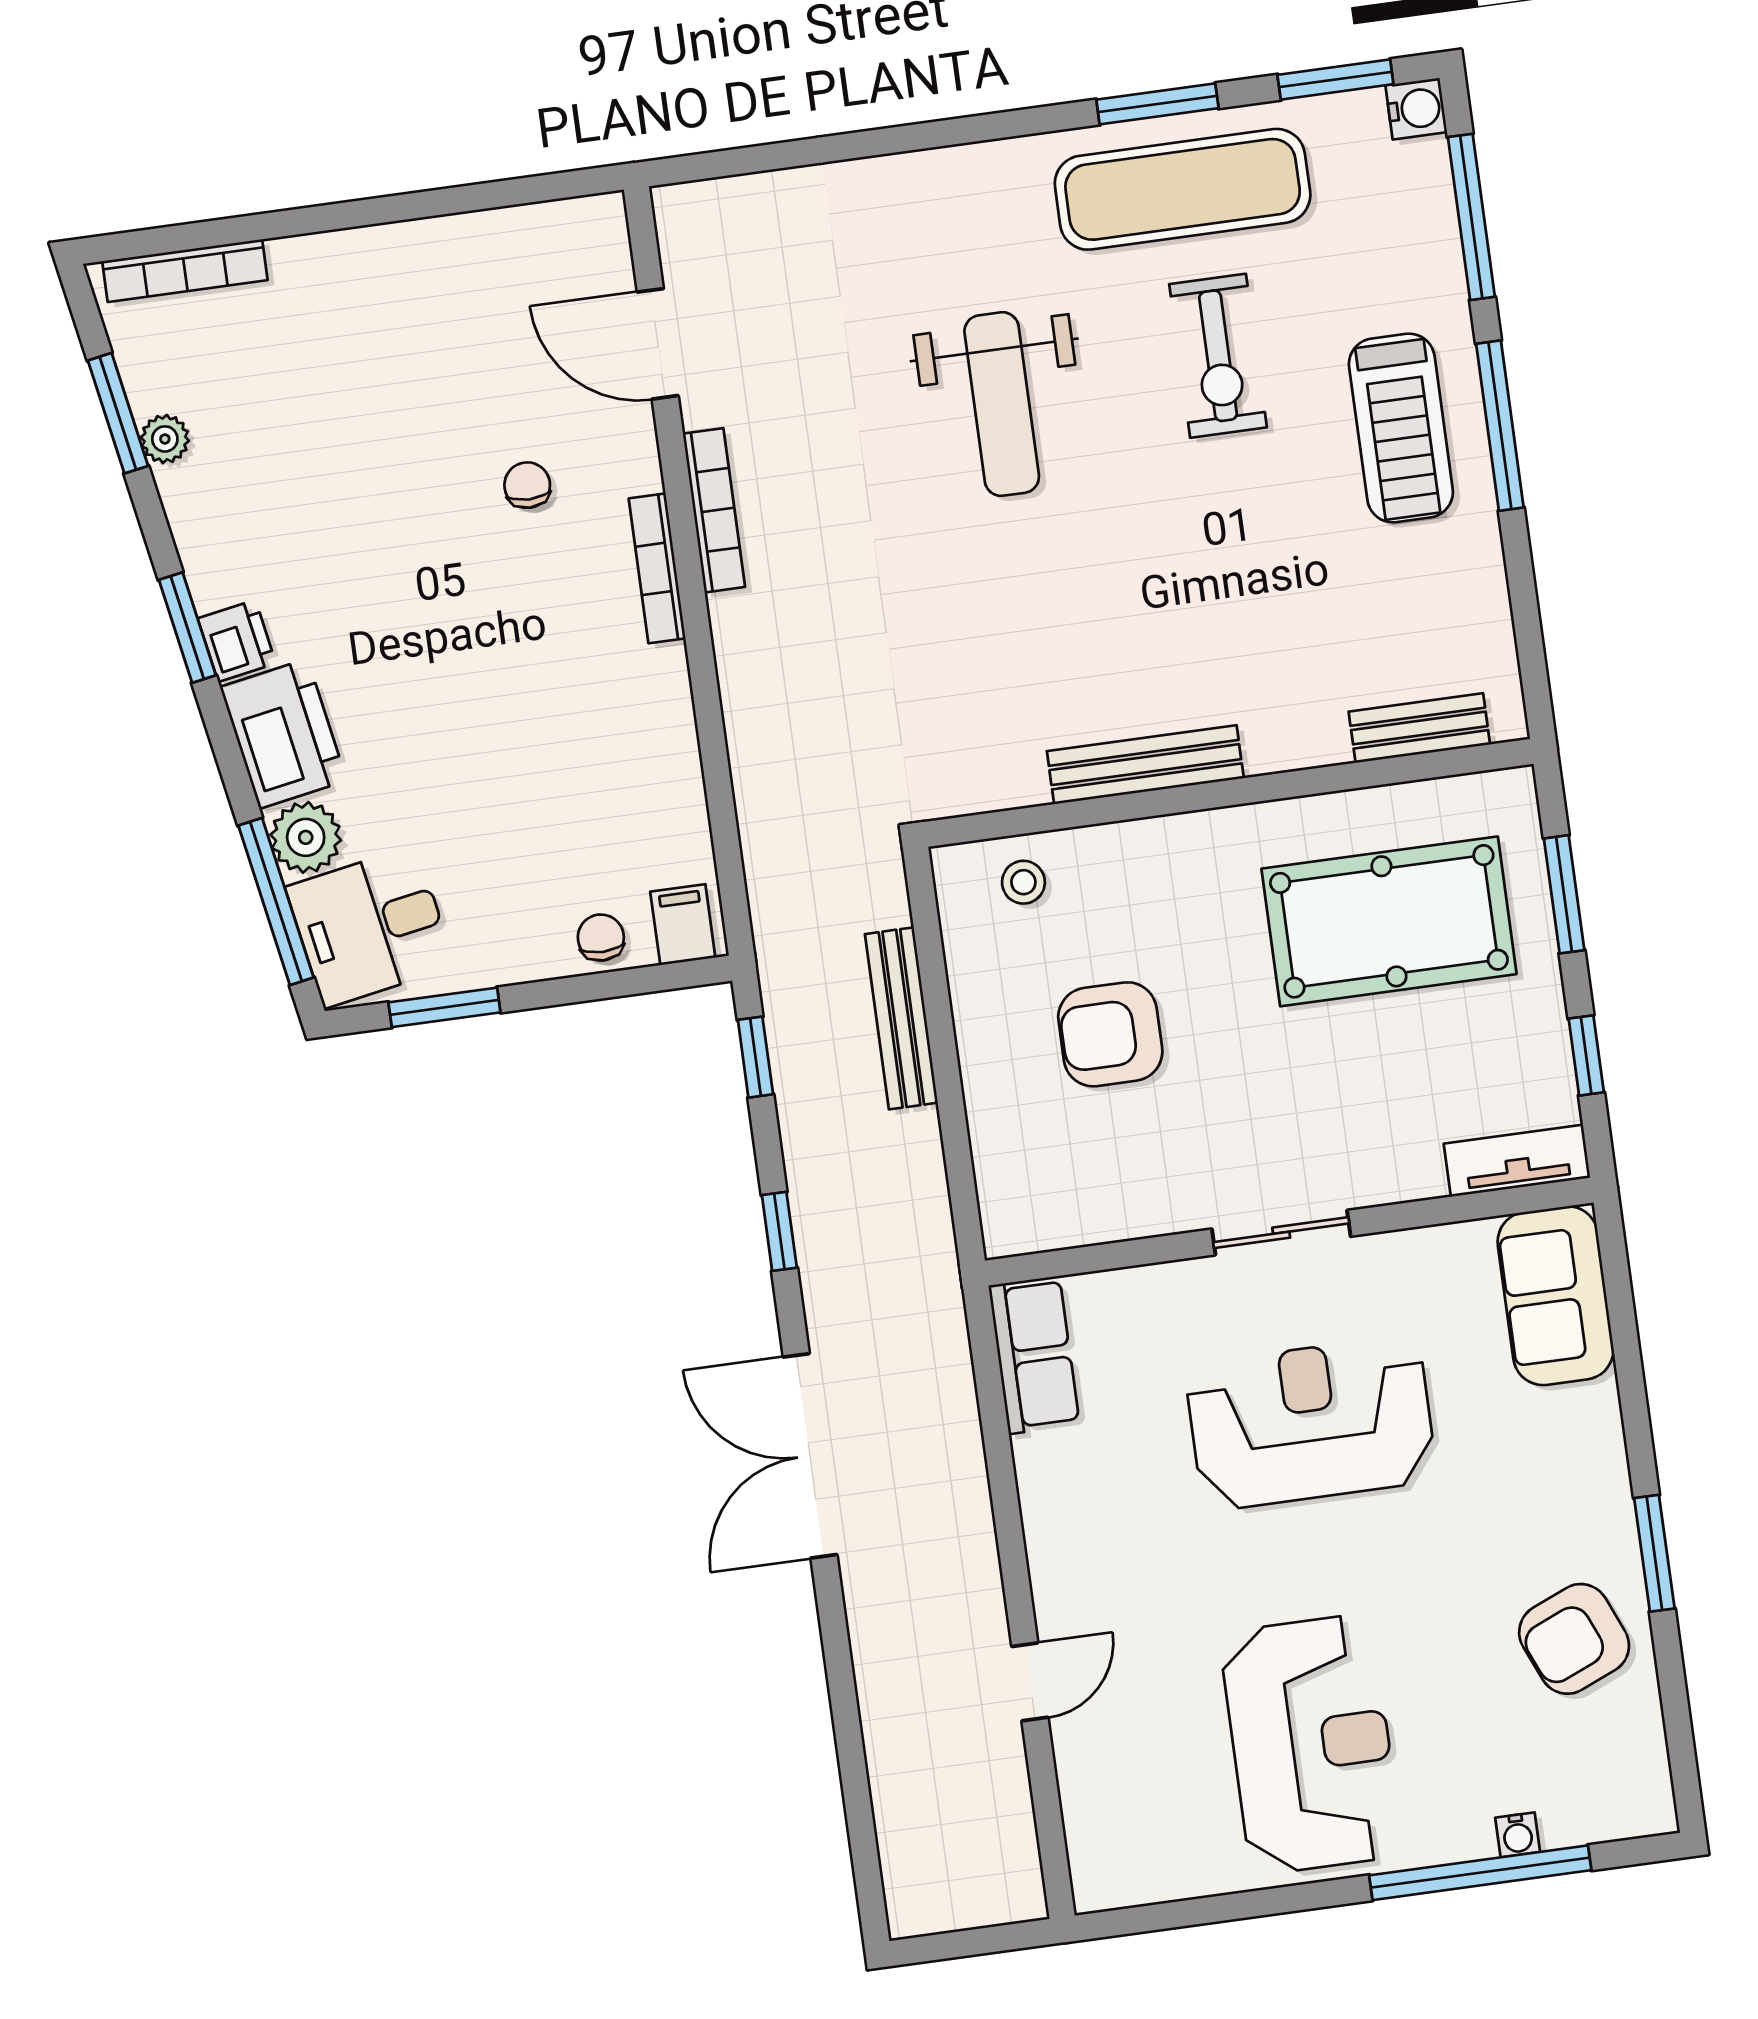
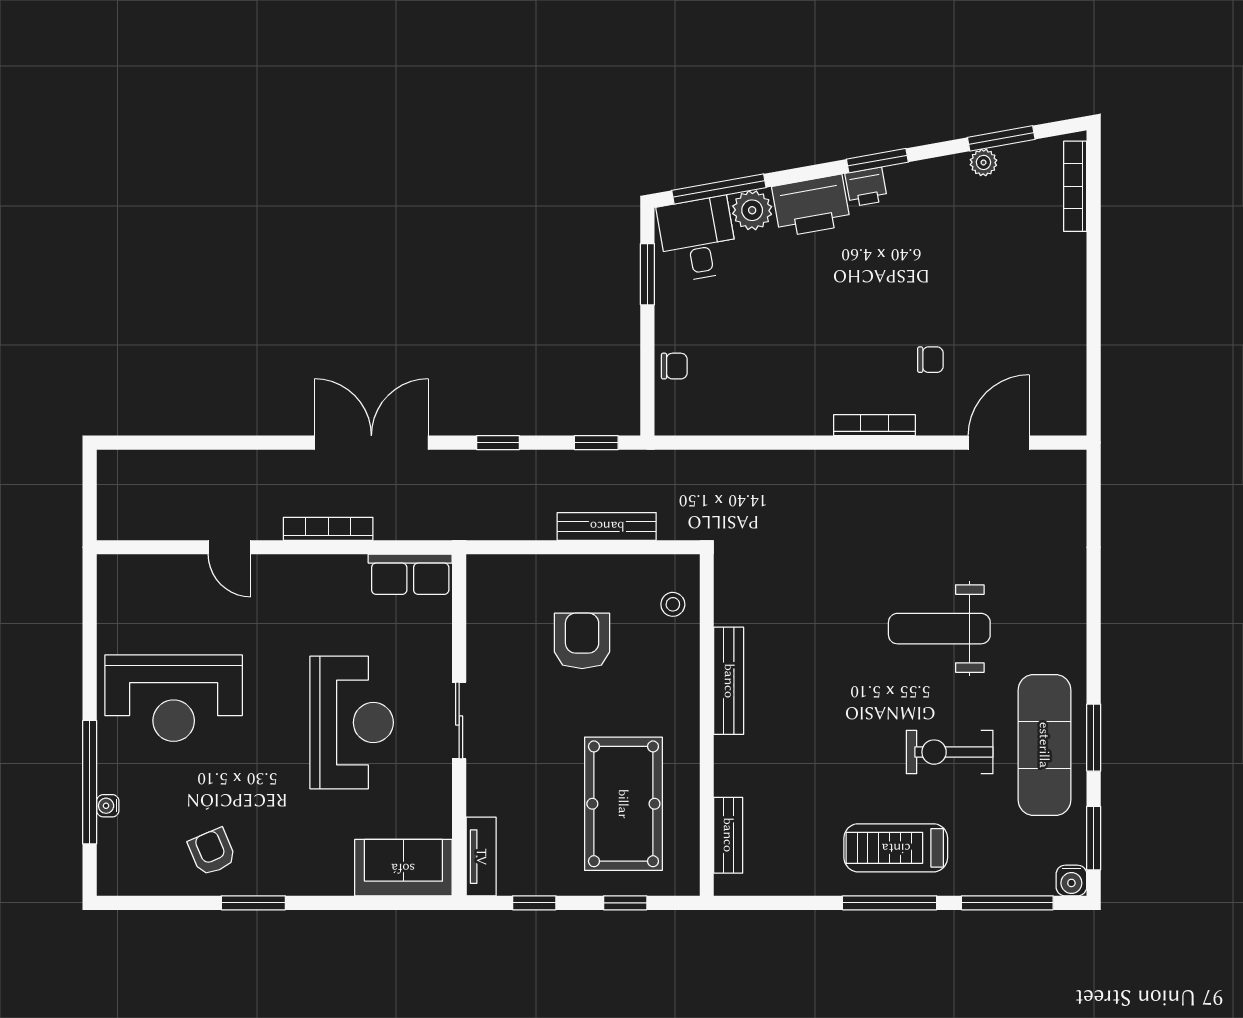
bookcase: (714, 510) -> (328, 529), moved, turned 180
window: (1564, 894) -> (625, 903), width x0.67
filing cabinet: (683, 925) -> (675, 412), removed
armchair: (1574, 1639) -> (212, 852), width x0.72, depth x0.72

